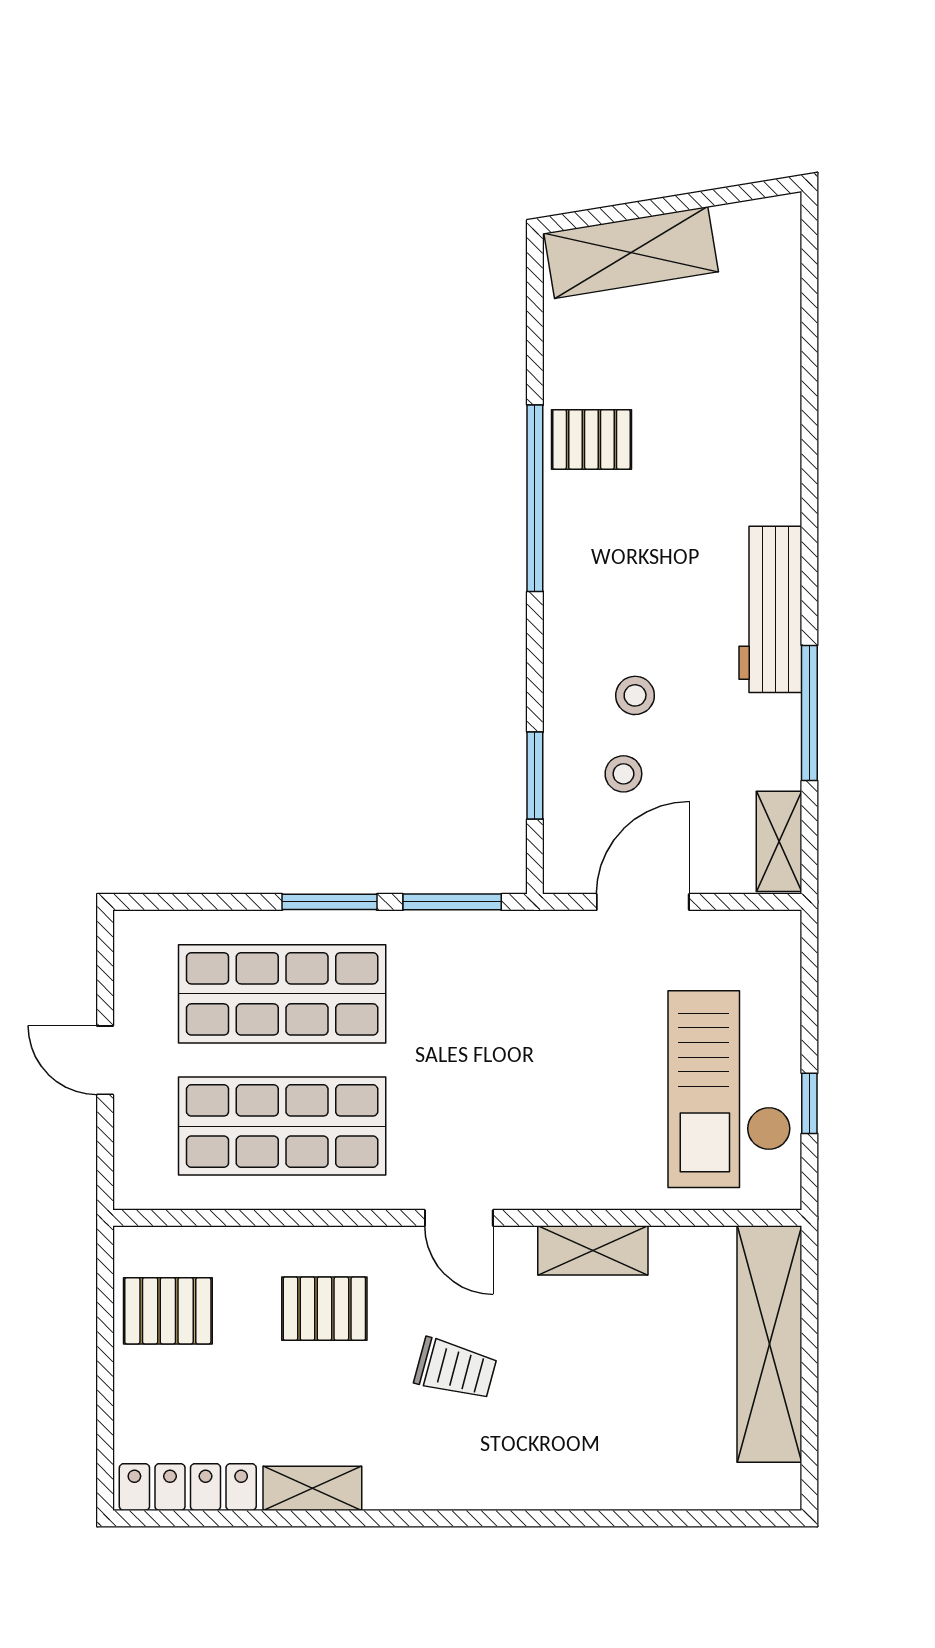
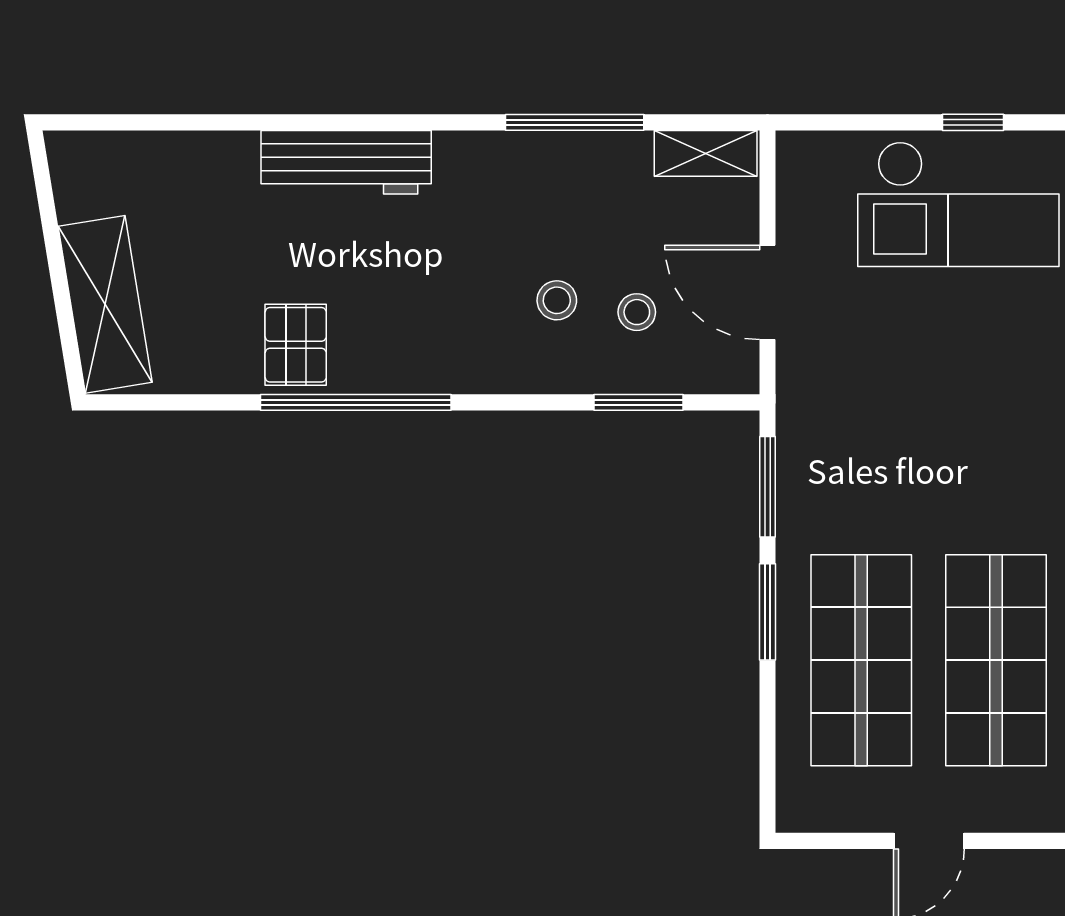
workbench: (770, 609) -> (346, 162), moved

